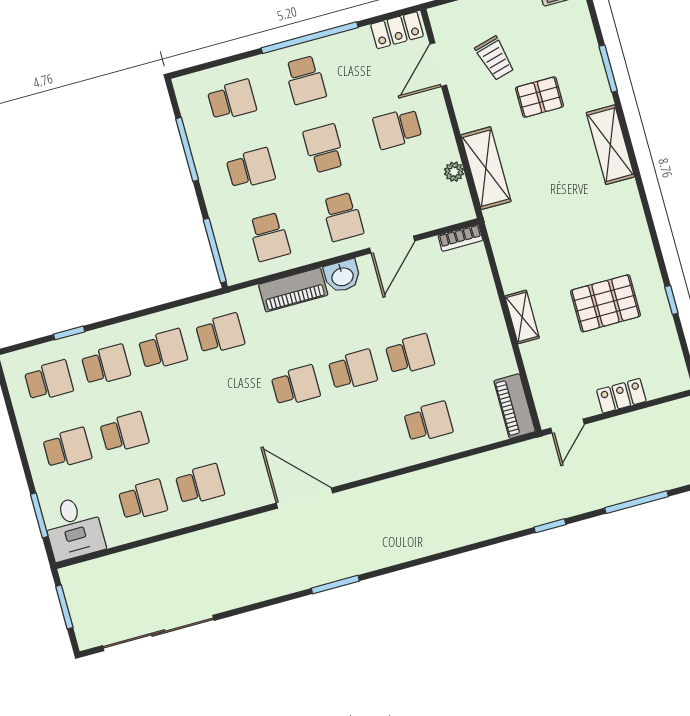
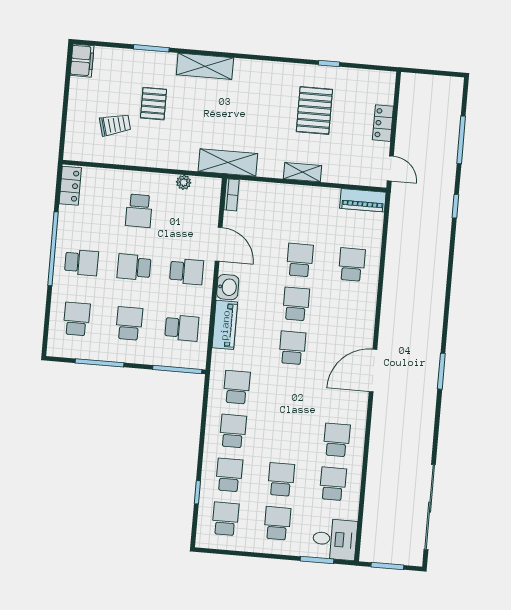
door: (438, 65) -> (105, 166), removed
shelving: (486, 168) -> (228, 163), moved

